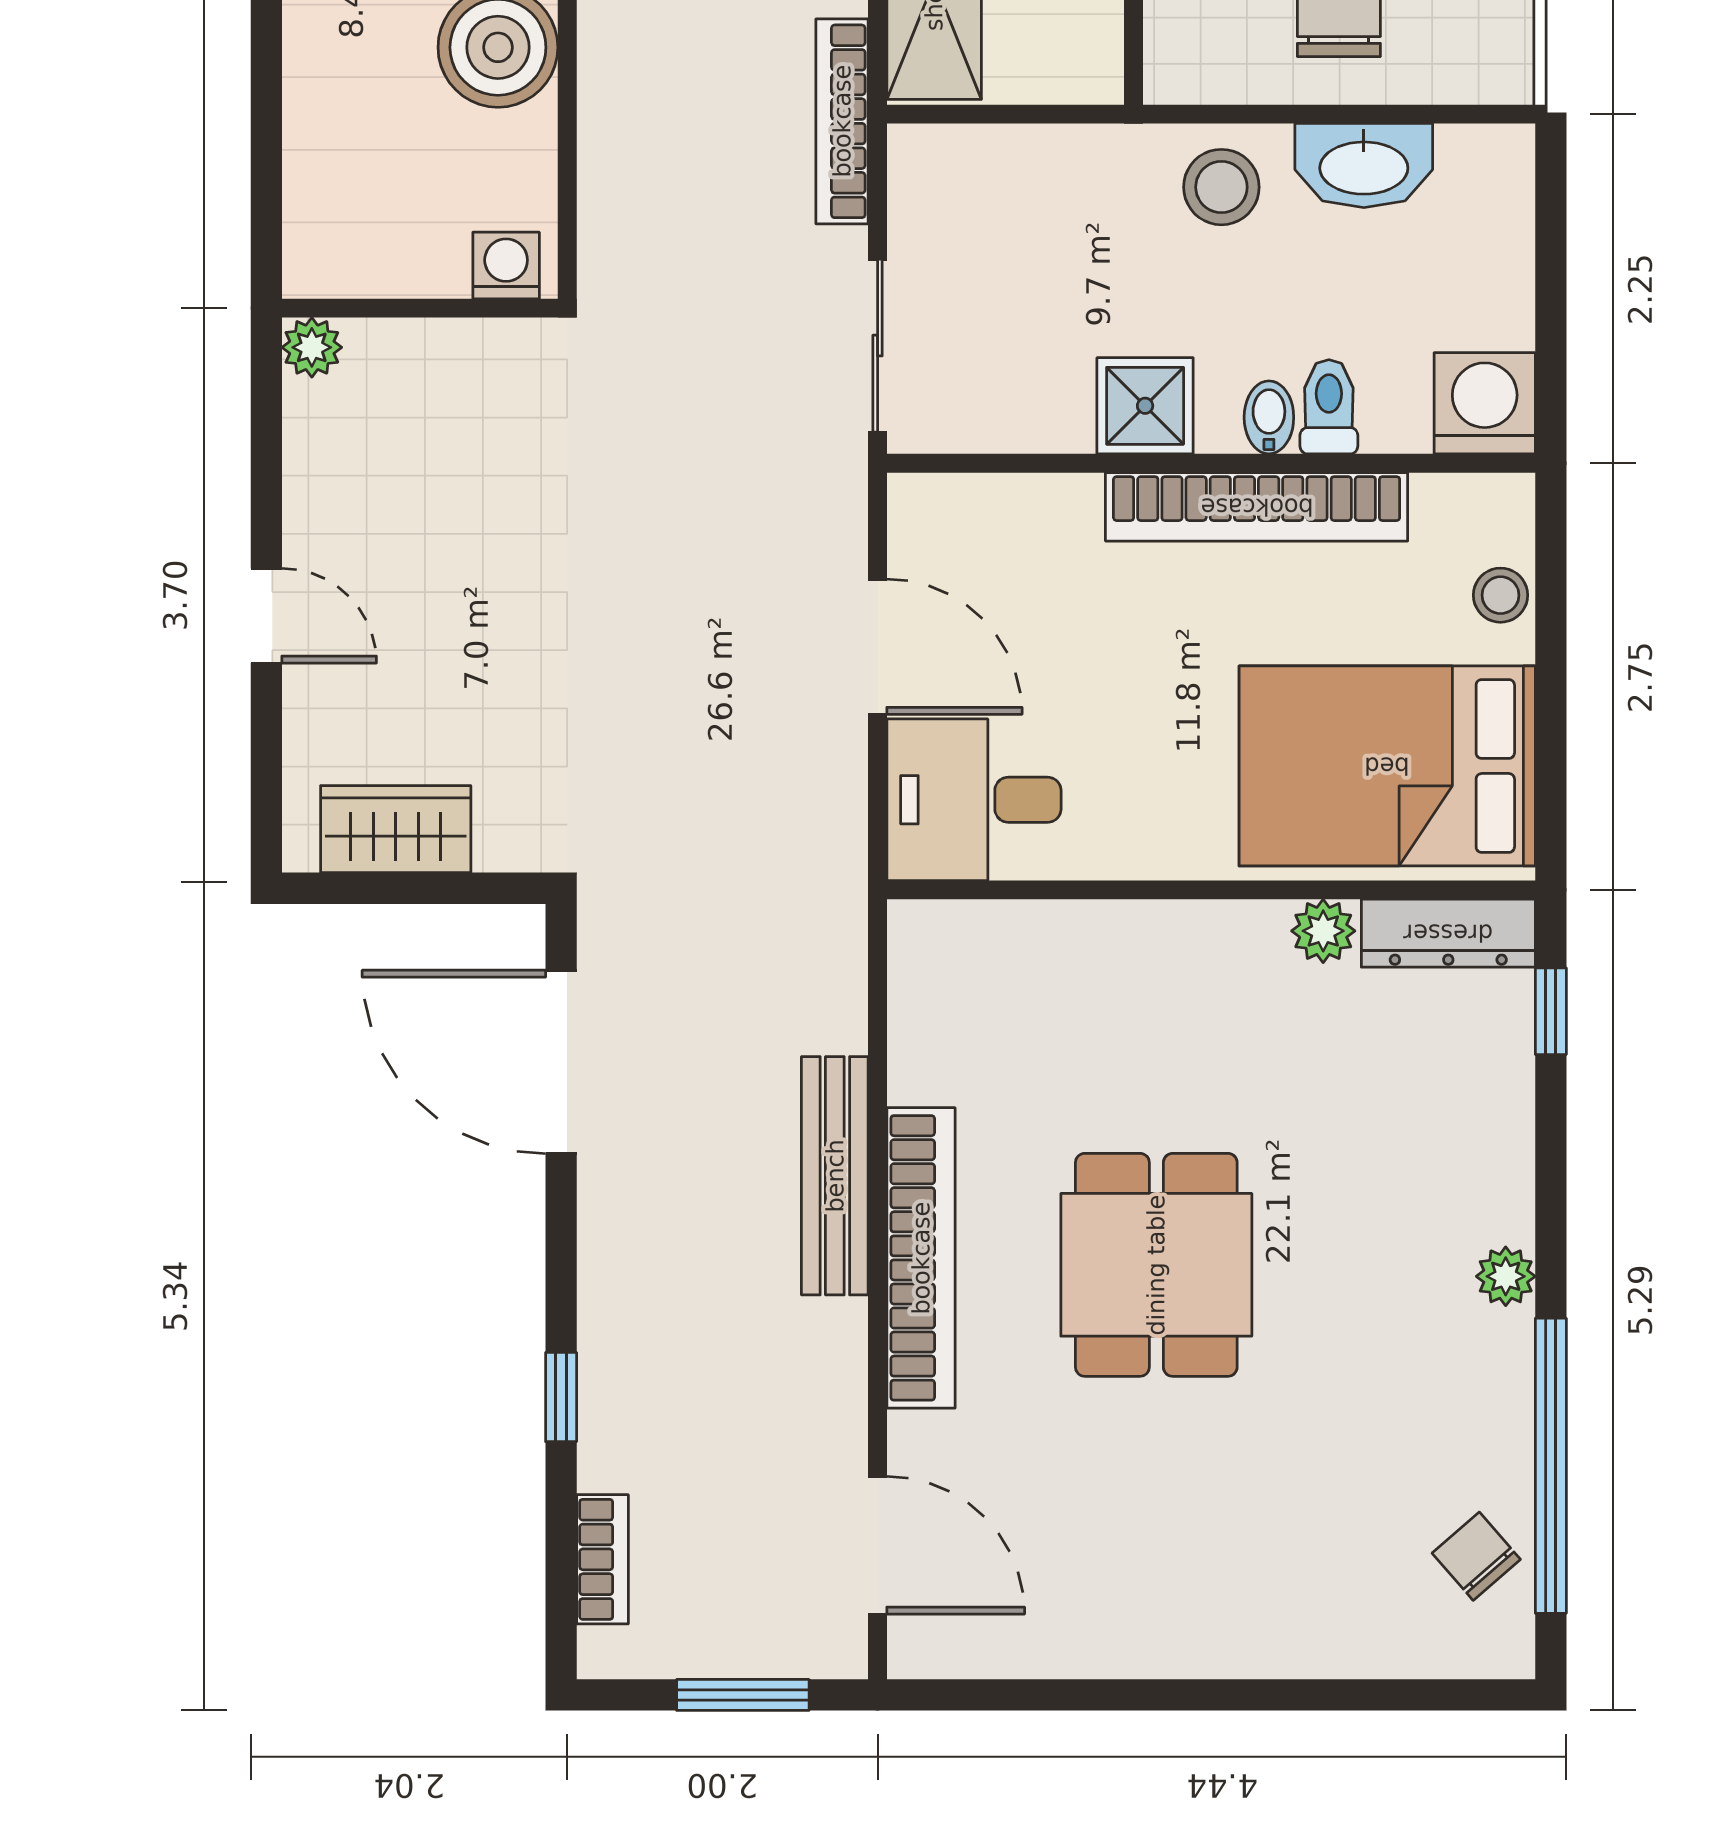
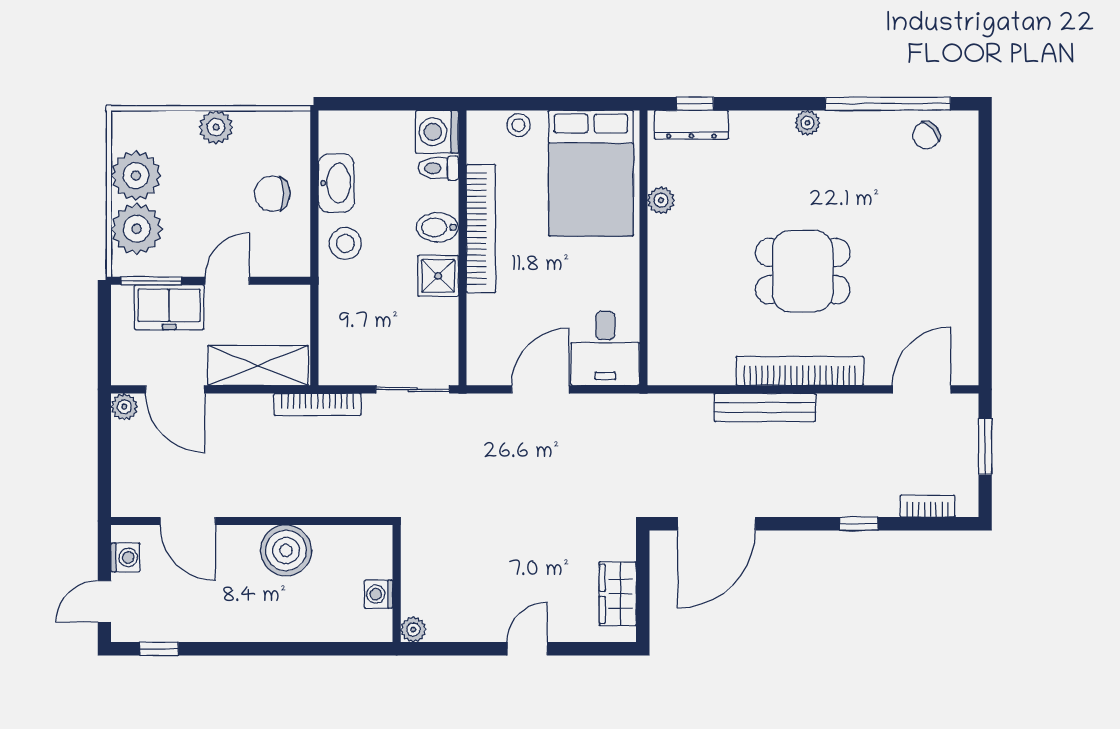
washing machine: (506, 265) -> (379, 594), moved
toilet: (1329, 407) -> (439, 168), moved
bidet: (1269, 417) -> (437, 227), width x1.38, depth x1.36
dresser: (1448, 933) -> (691, 125), moved, turned 90

